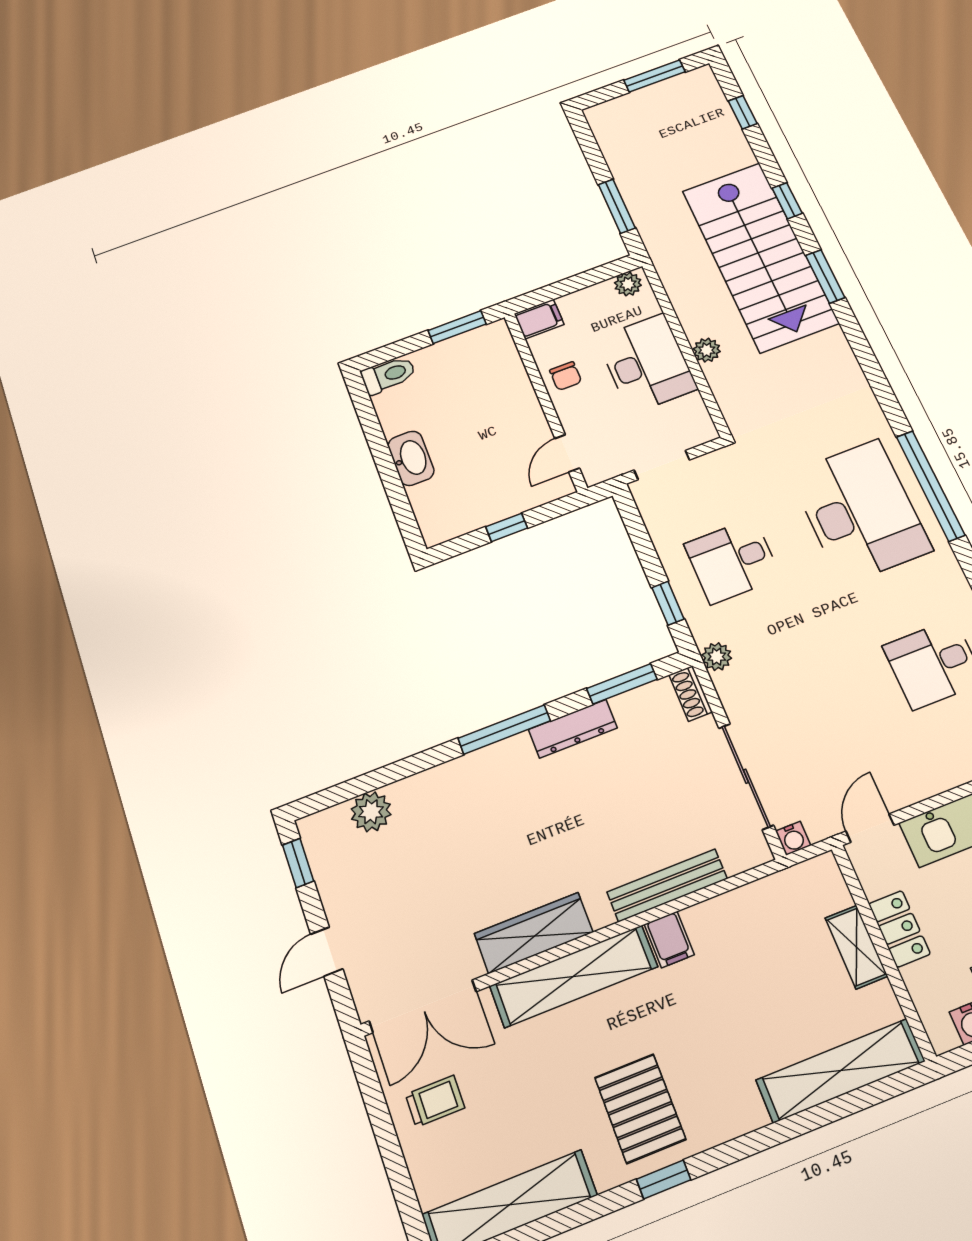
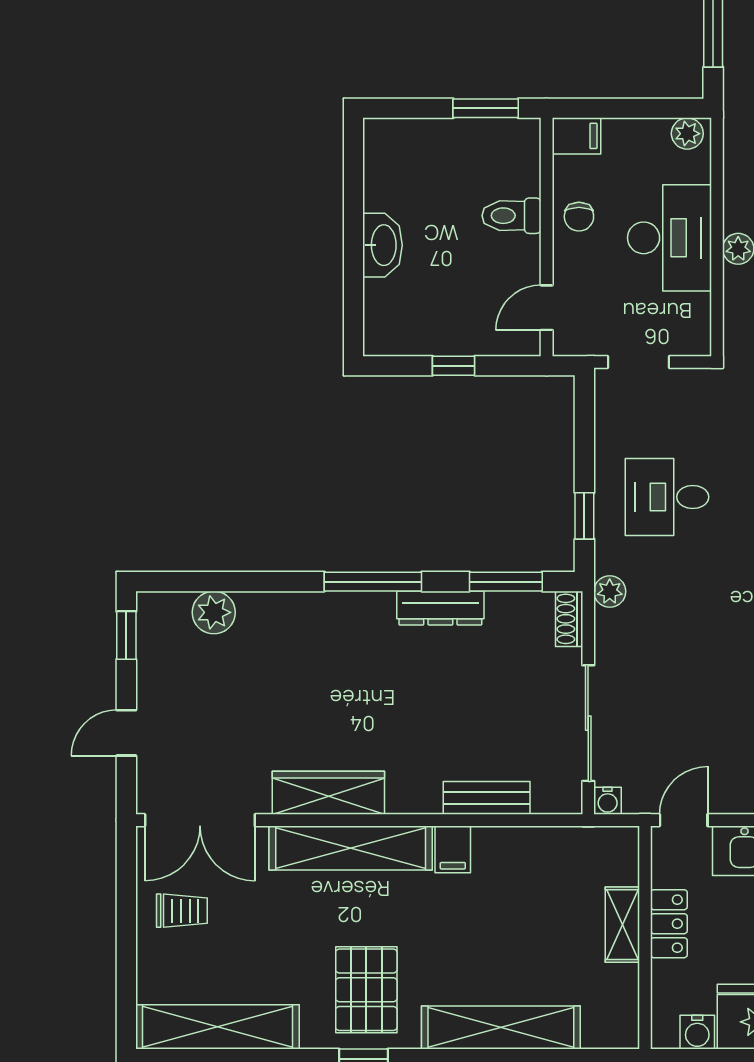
toilet: (388, 375) -> (511, 216), moved, turned 180
bench: (667, 885) -> (487, 798), width x0.73
shelving: (841, 1071) -> (501, 1028), moved

